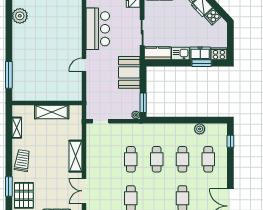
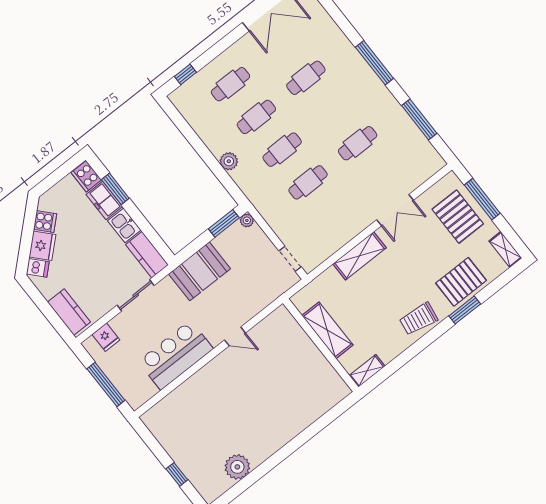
window: (9, 75) -> (323, 422), removed
shelving: (17, 128) -> (367, 371), moved
plant: (200, 129) -> (229, 161), moved

